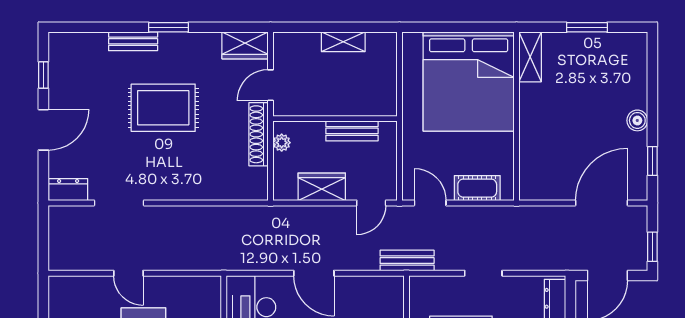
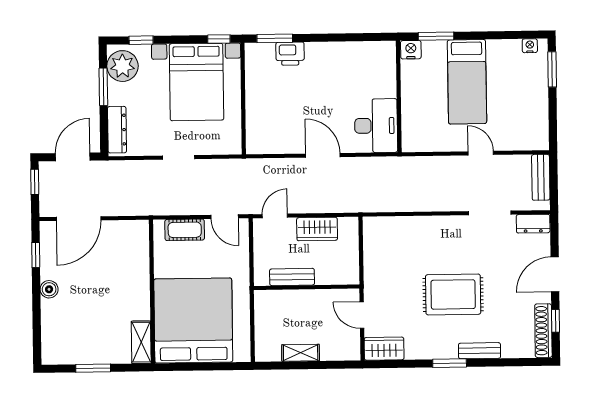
door: (271, 85) -> (362, 315), swing flipped
shoe rack: (258, 134) -> (543, 331), moved, turned 180
plant: (282, 143) -> (352, 266), removed
bench: (407, 261) -> (541, 177), moved, turned 90

